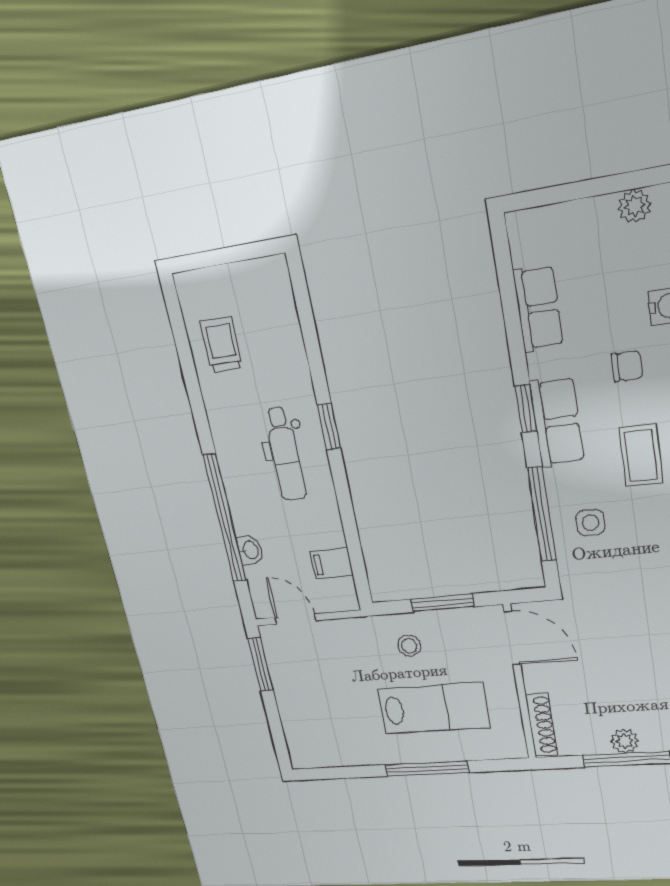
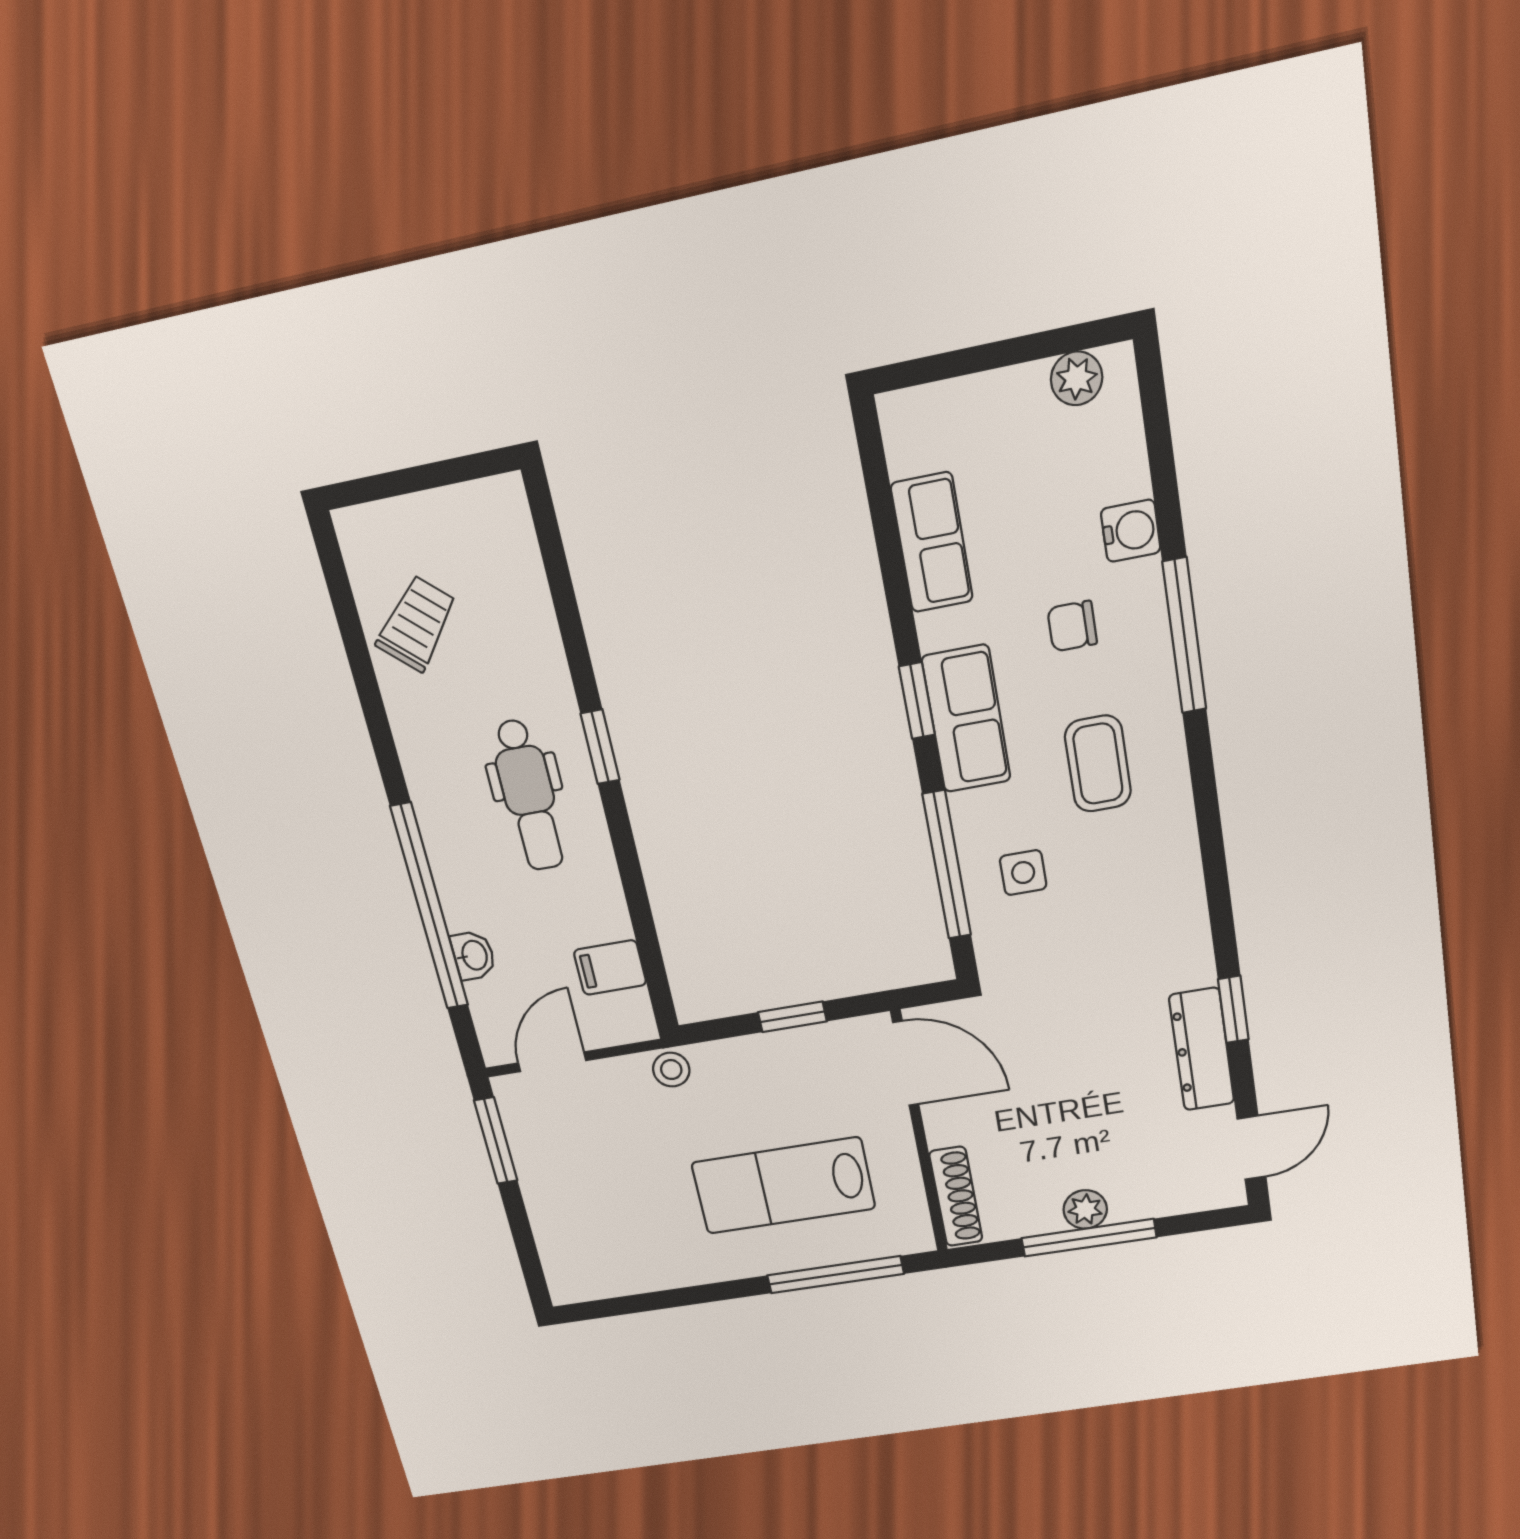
trolley: (221, 345) -> (417, 624), turned 42
chair: (627, 366) -> (1072, 626), turned 180
window: (442, 603) -> (792, 1017), width x0.67
door: (295, 619) -> (552, 1062), hinge flipped
stool: (409, 646) -> (671, 1070), moved
lab bench: (434, 708) -> (783, 1186), turned 180
window: (427, 769) -> (835, 1275), moved

